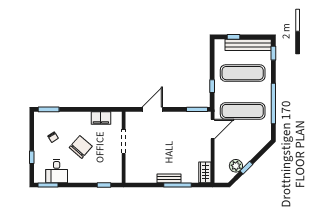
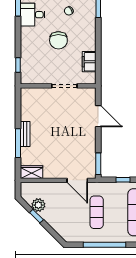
exercise mat: (243, 111) -> (97, 212), width x0.73, depth x0.69
chair: (81, 147) -> (58, 40), turned 49

